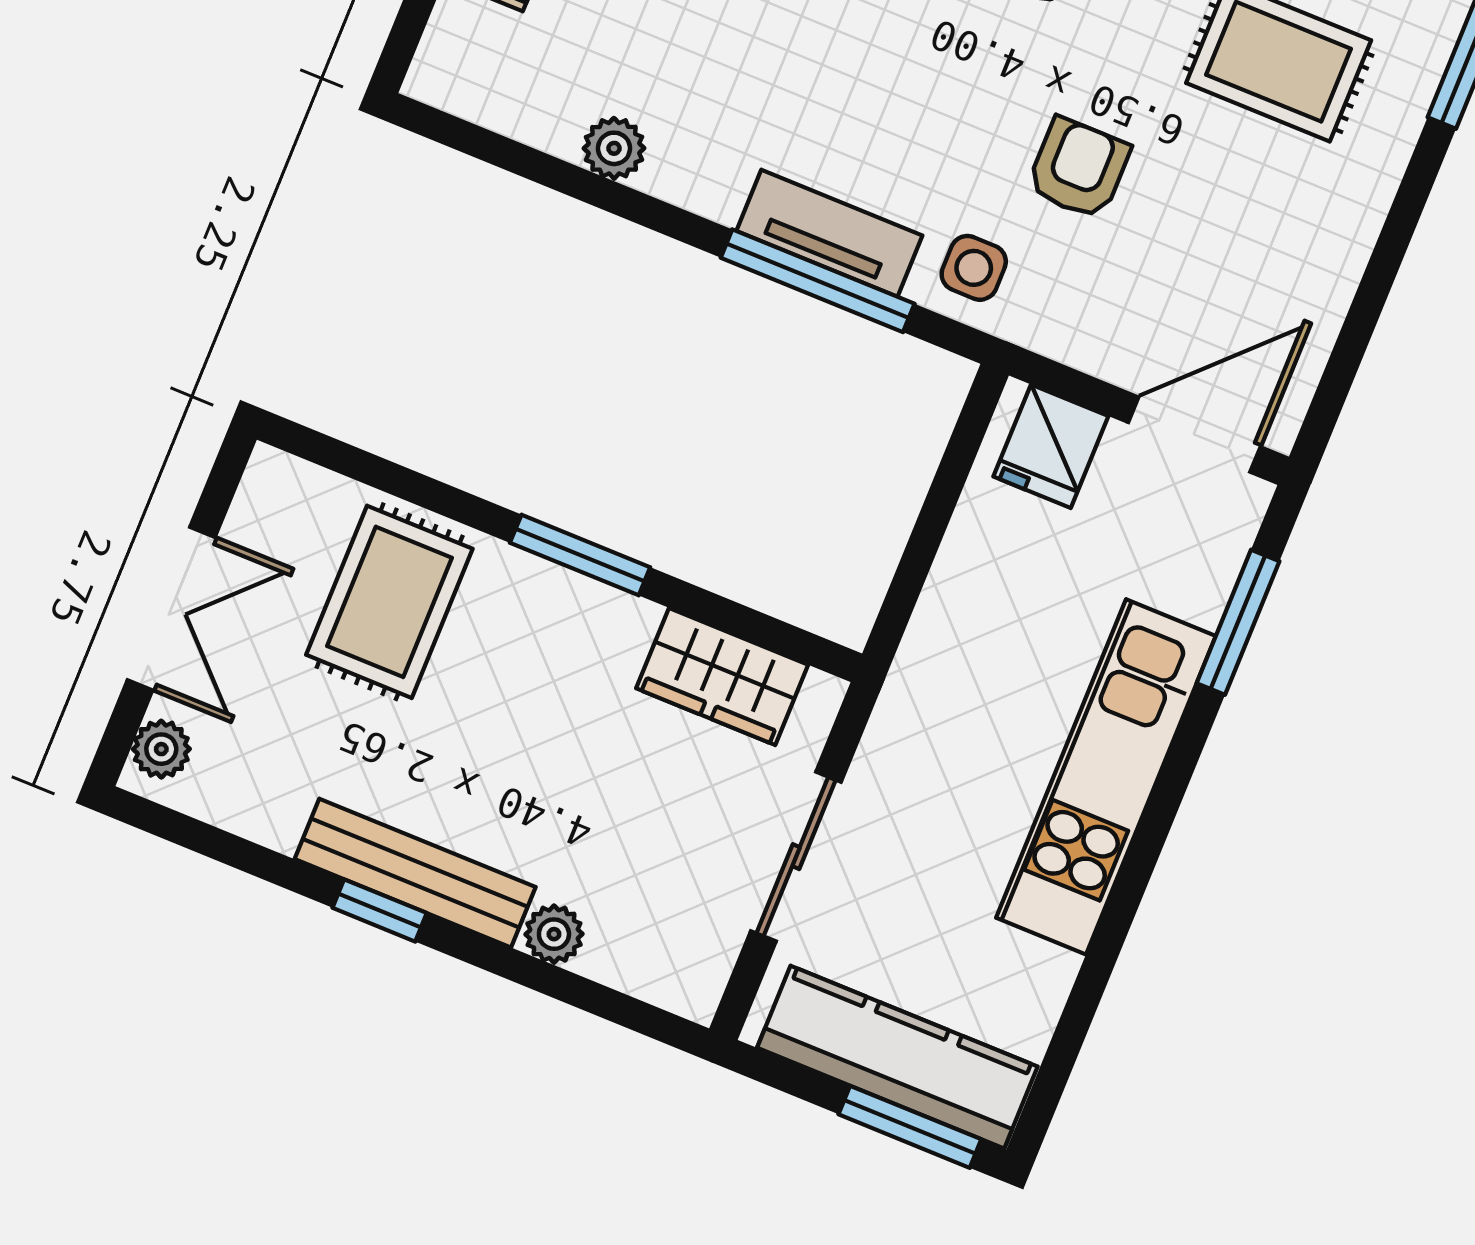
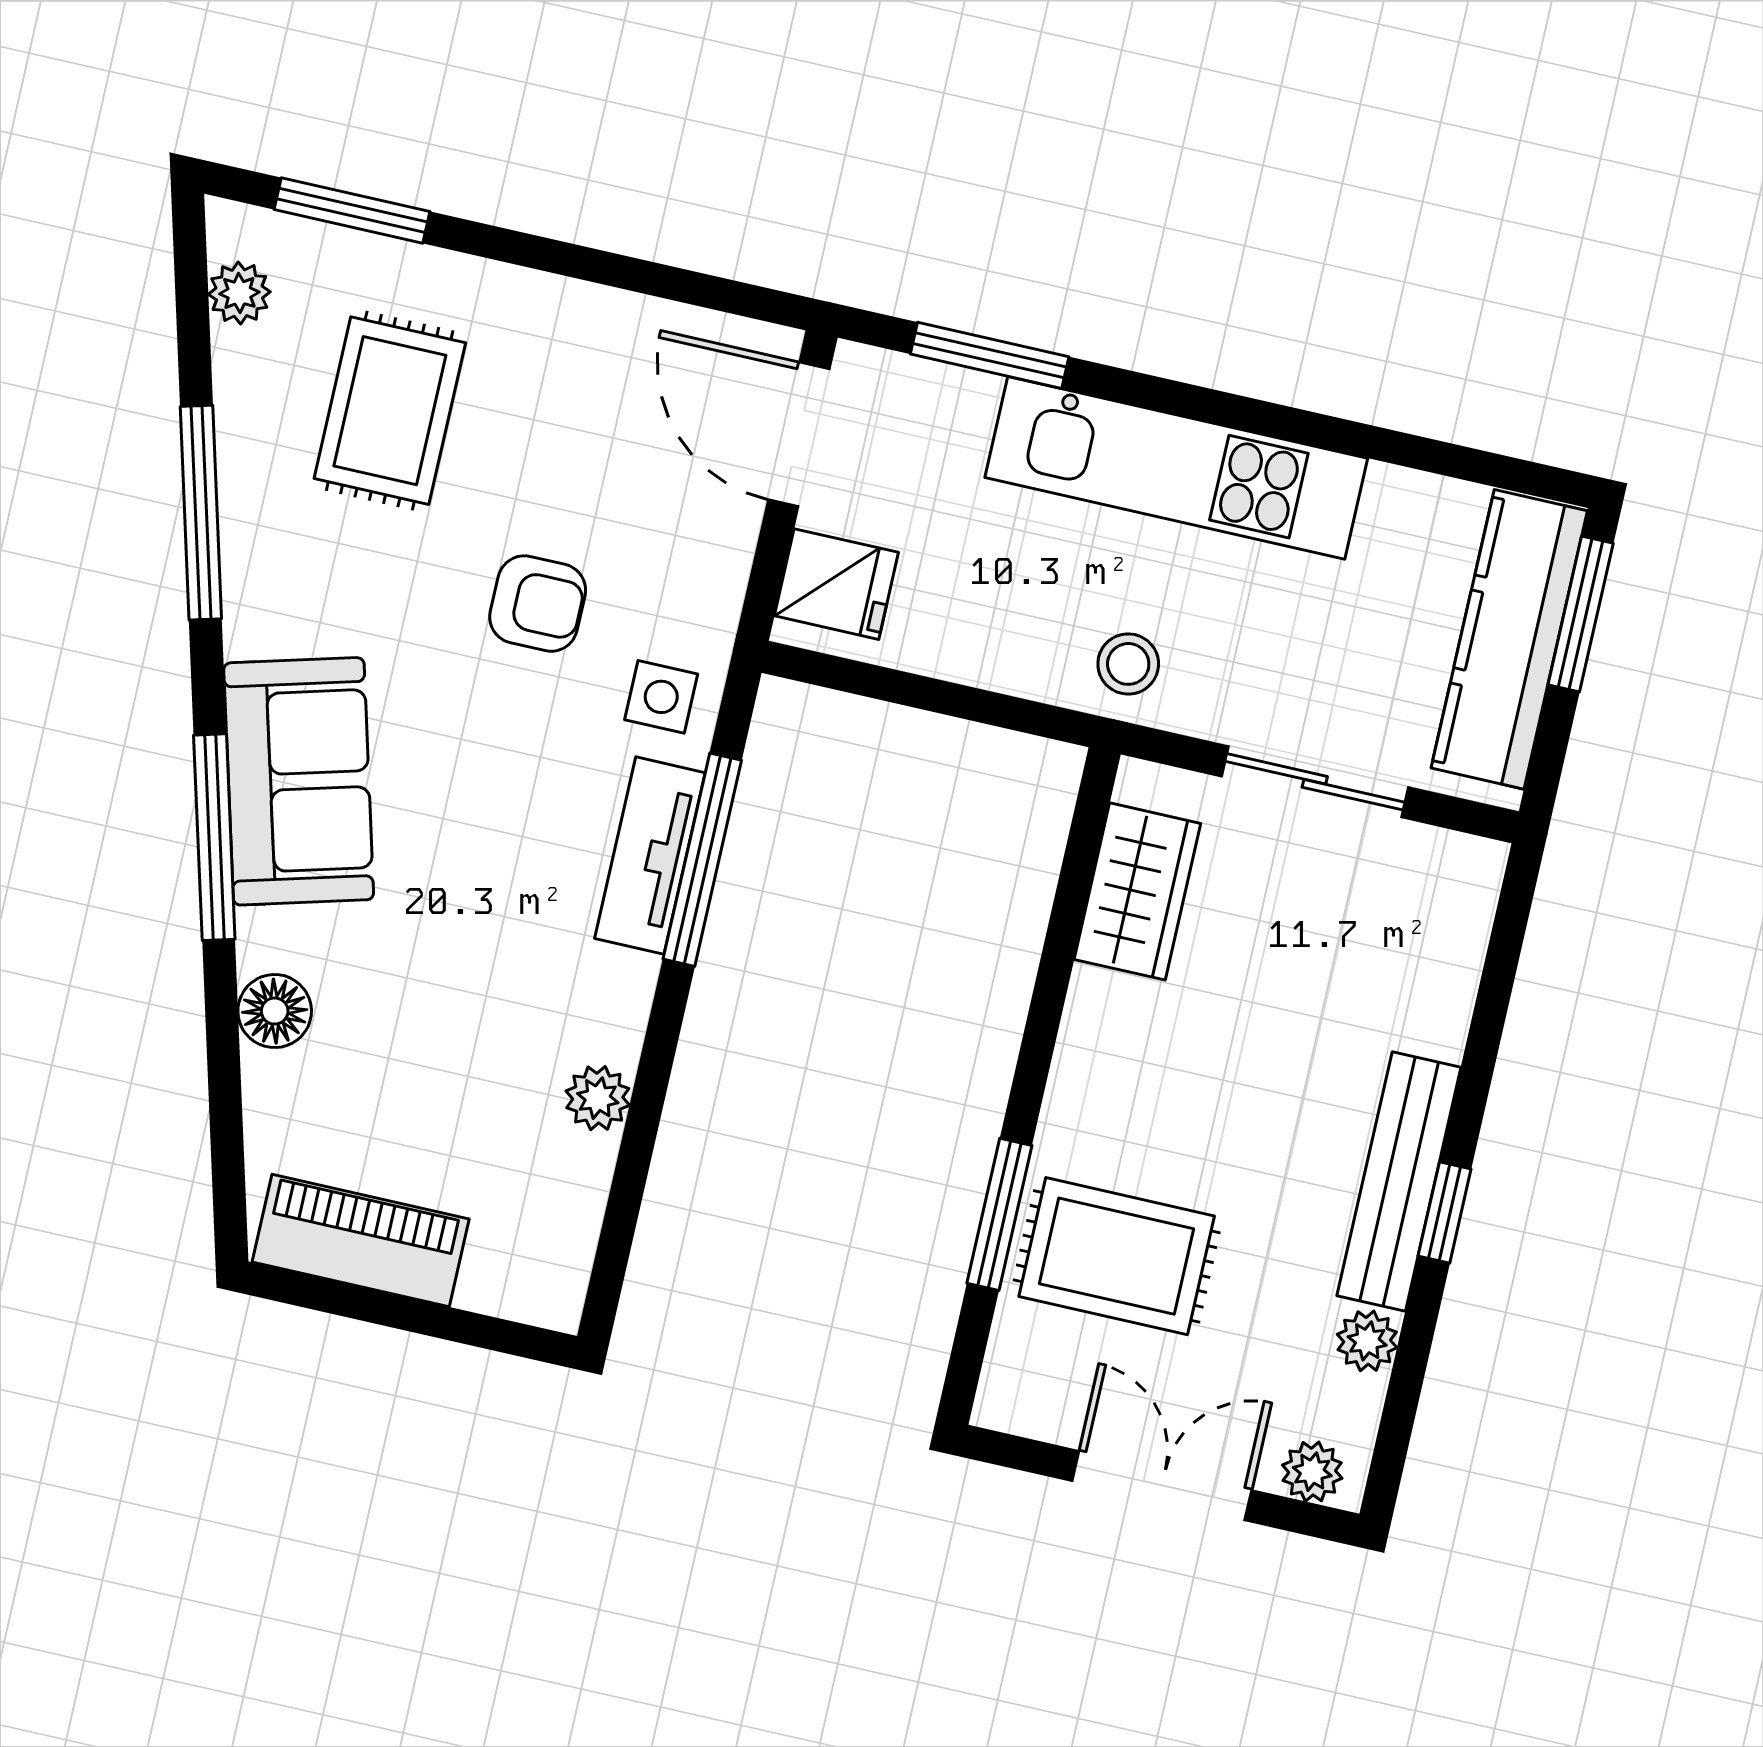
armchair: (1078, 168) -> (538, 604), turned 180
window: (580, 555) -> (999, 1214), moved
stool: (933, 703) -> (1128, 664), added
plant: (554, 934) -> (1367, 1341), moved

